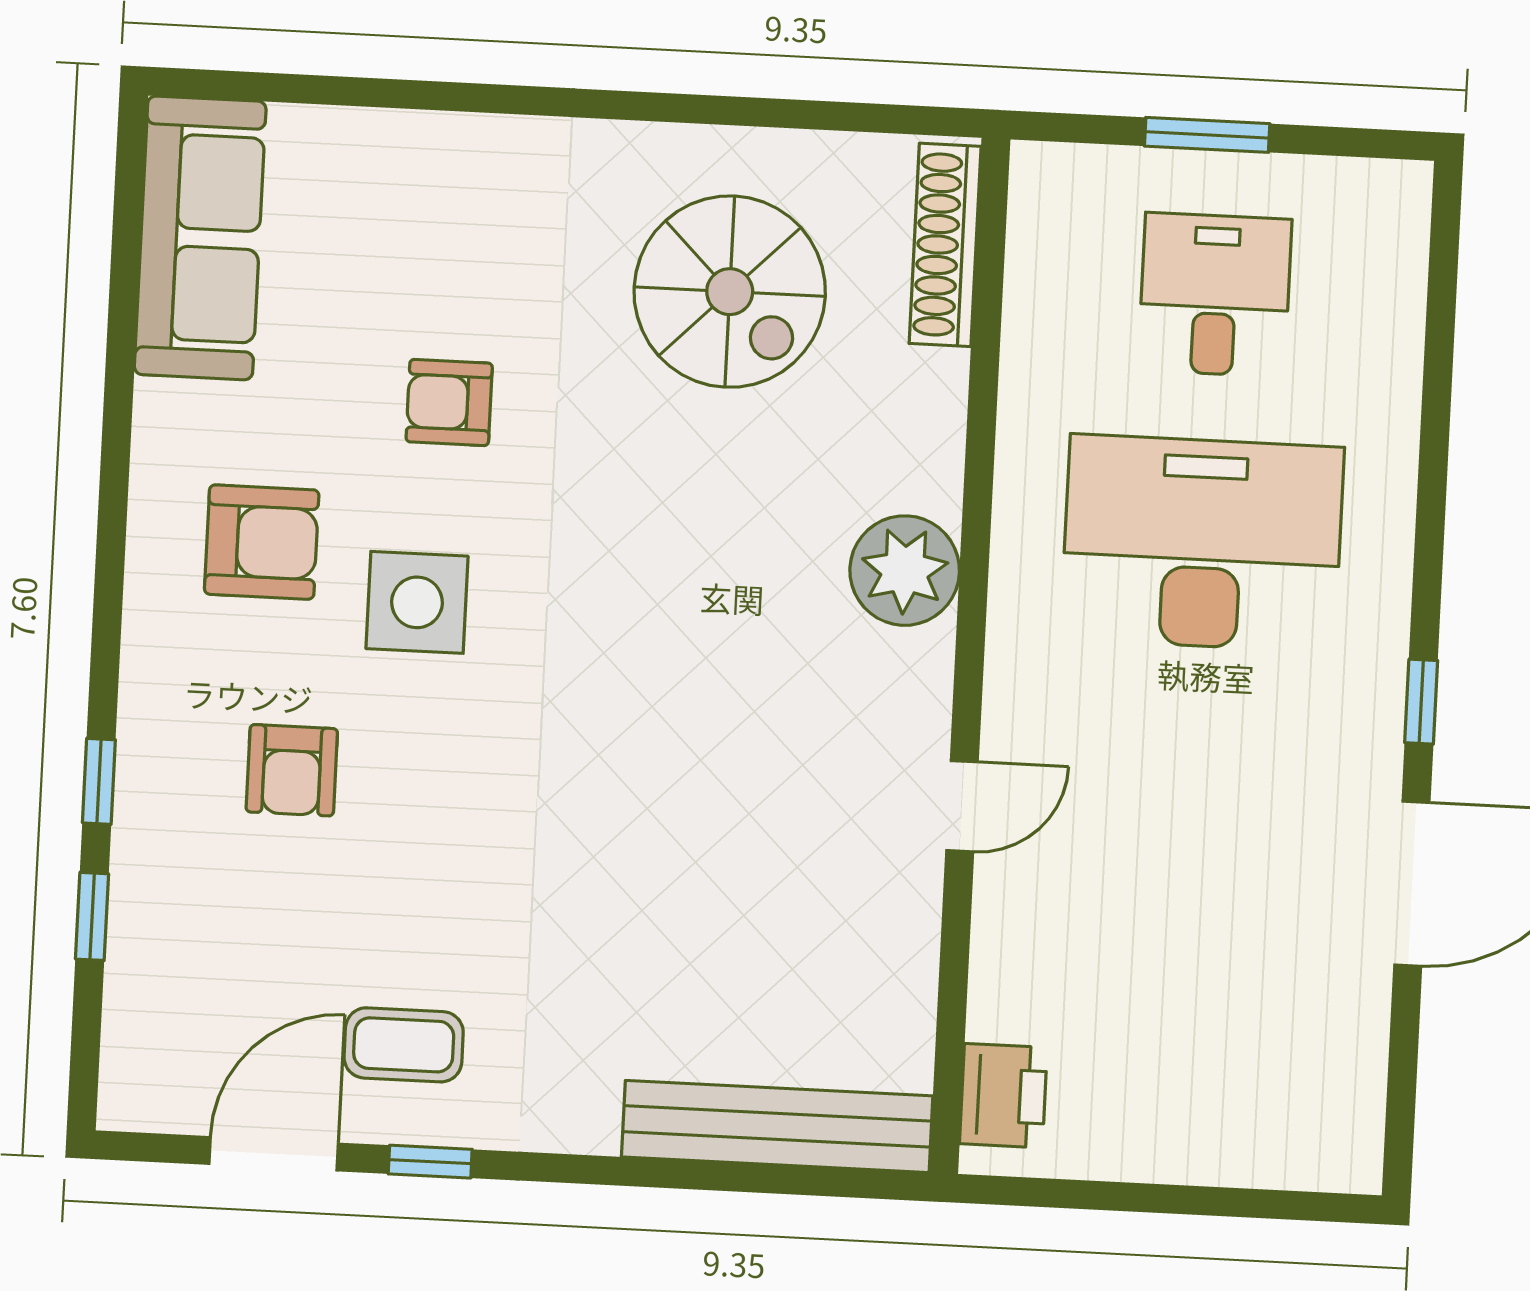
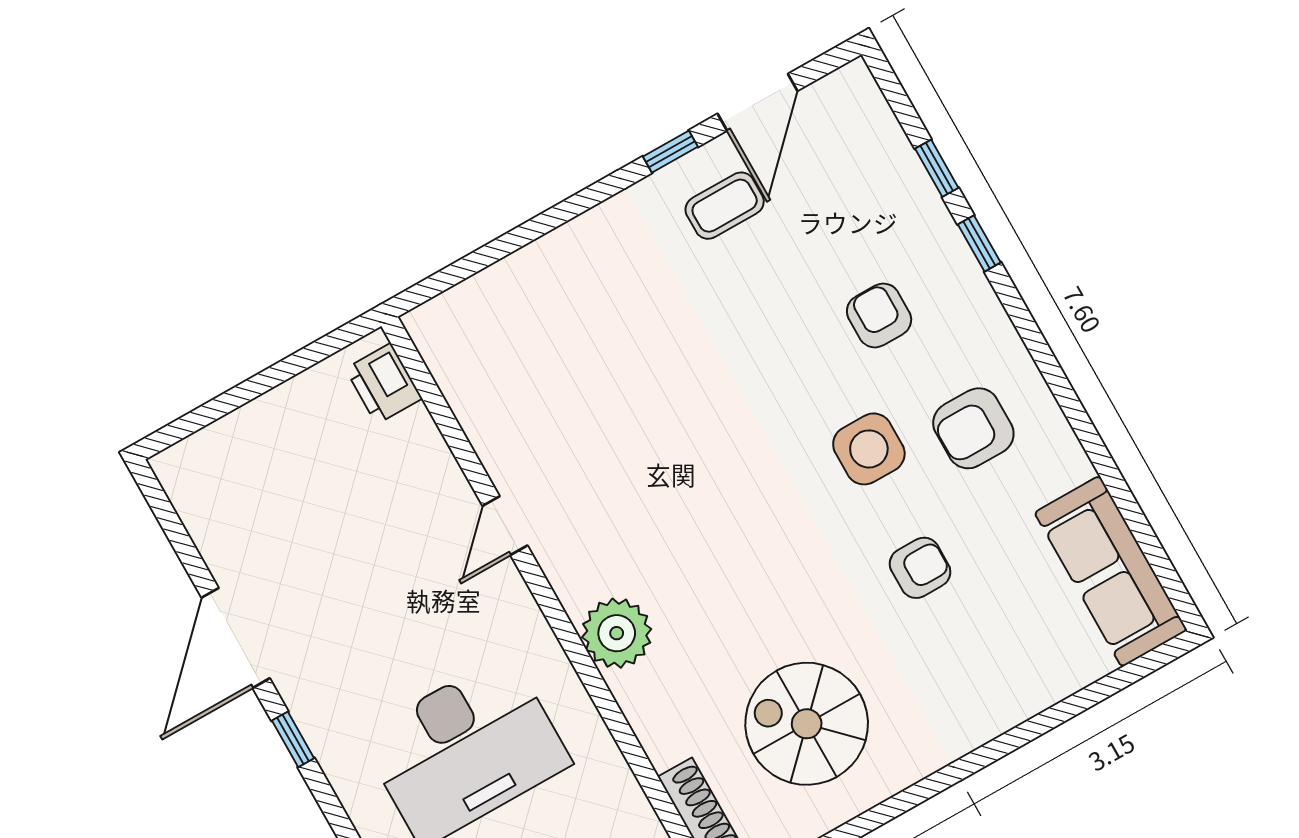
bench: (777, 1126) -> (495, 290), removed

